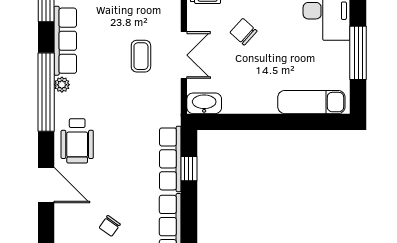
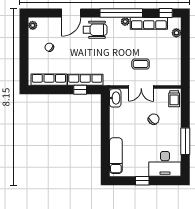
window: (358, 53) -> (142, 181), width x0.46
wheelchair: (77, 141) -> (95, 30), turned 180

